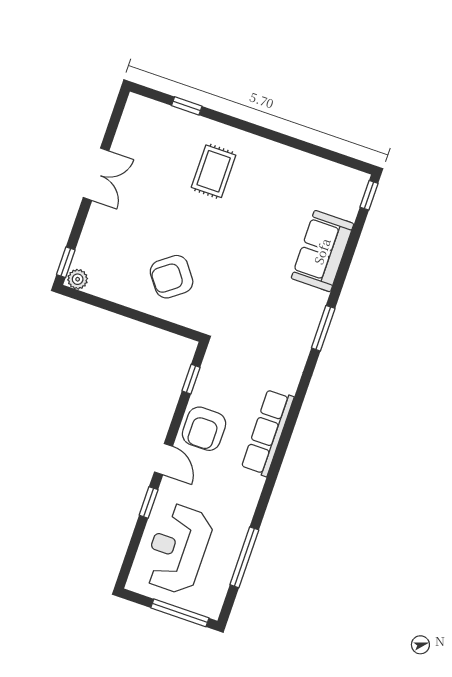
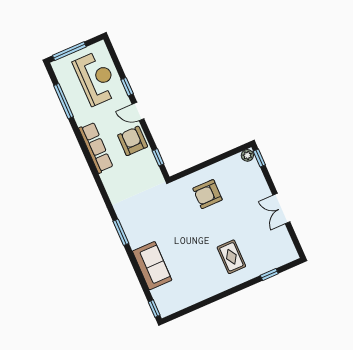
armchair: (172, 277) -> (208, 194), turned -143
row of seats: (268, 433) -> (96, 148), moved

